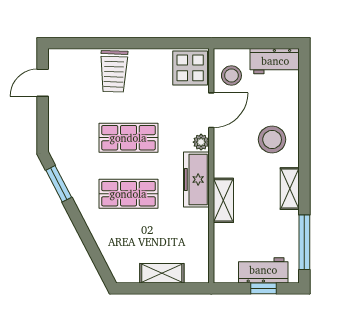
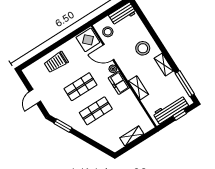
trolley: (114, 71) -> (56, 62), turned 88
door: (43, 83) -> (35, 97), moved
door: (211, 110) -> (109, 52), swing flipped
freezer: (196, 179) -> (119, 83), width x0.71
workbench: (263, 270) -> (171, 110), width x1.38

